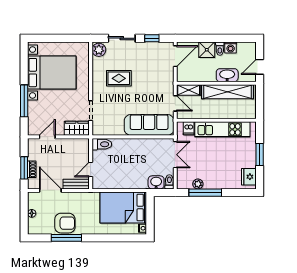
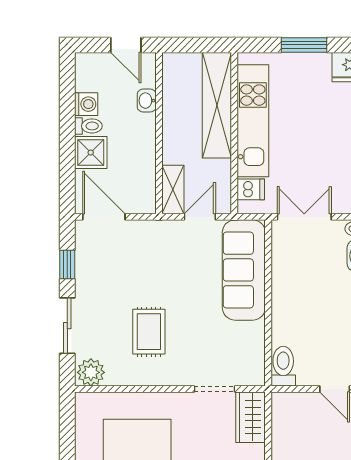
washbasin: (227, 75) -> (147, 101), width x0.52, depth x0.69
shelving: (228, 92) -> (217, 105), moved

